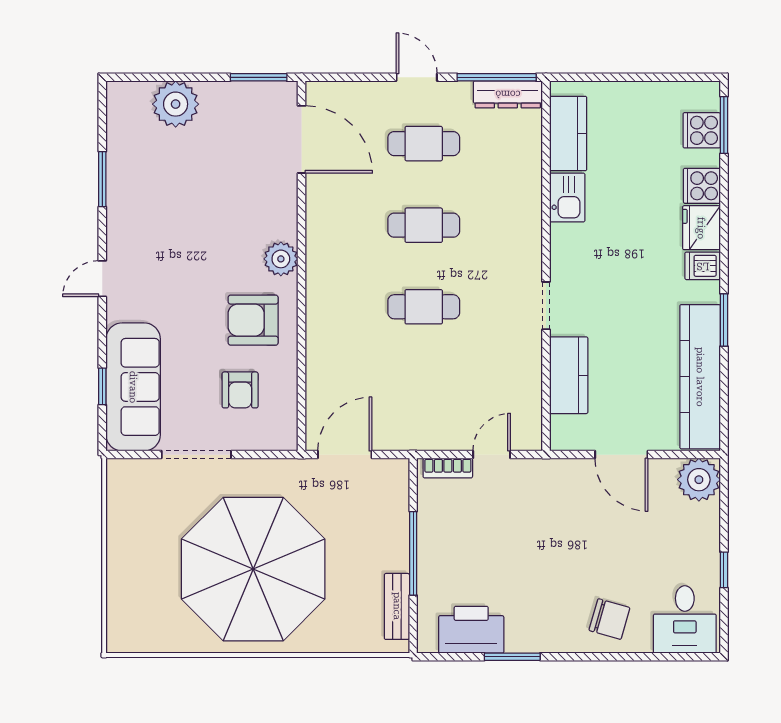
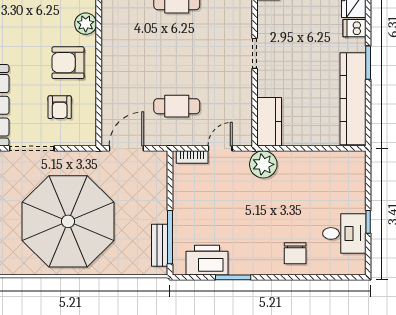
cafe table: (424, 307) -> (177, 106), moved
kitchen counter: (569, 375) -> (269, 122), moved
door: (621, 455) -> (303, 148), removed
plant: (699, 480) -> (263, 164), moved
window: (413, 553) -> (170, 237), moved
chair: (609, 619) -> (295, 253), turned 74
desk: (685, 619) -> (344, 233), moved, turned -90

